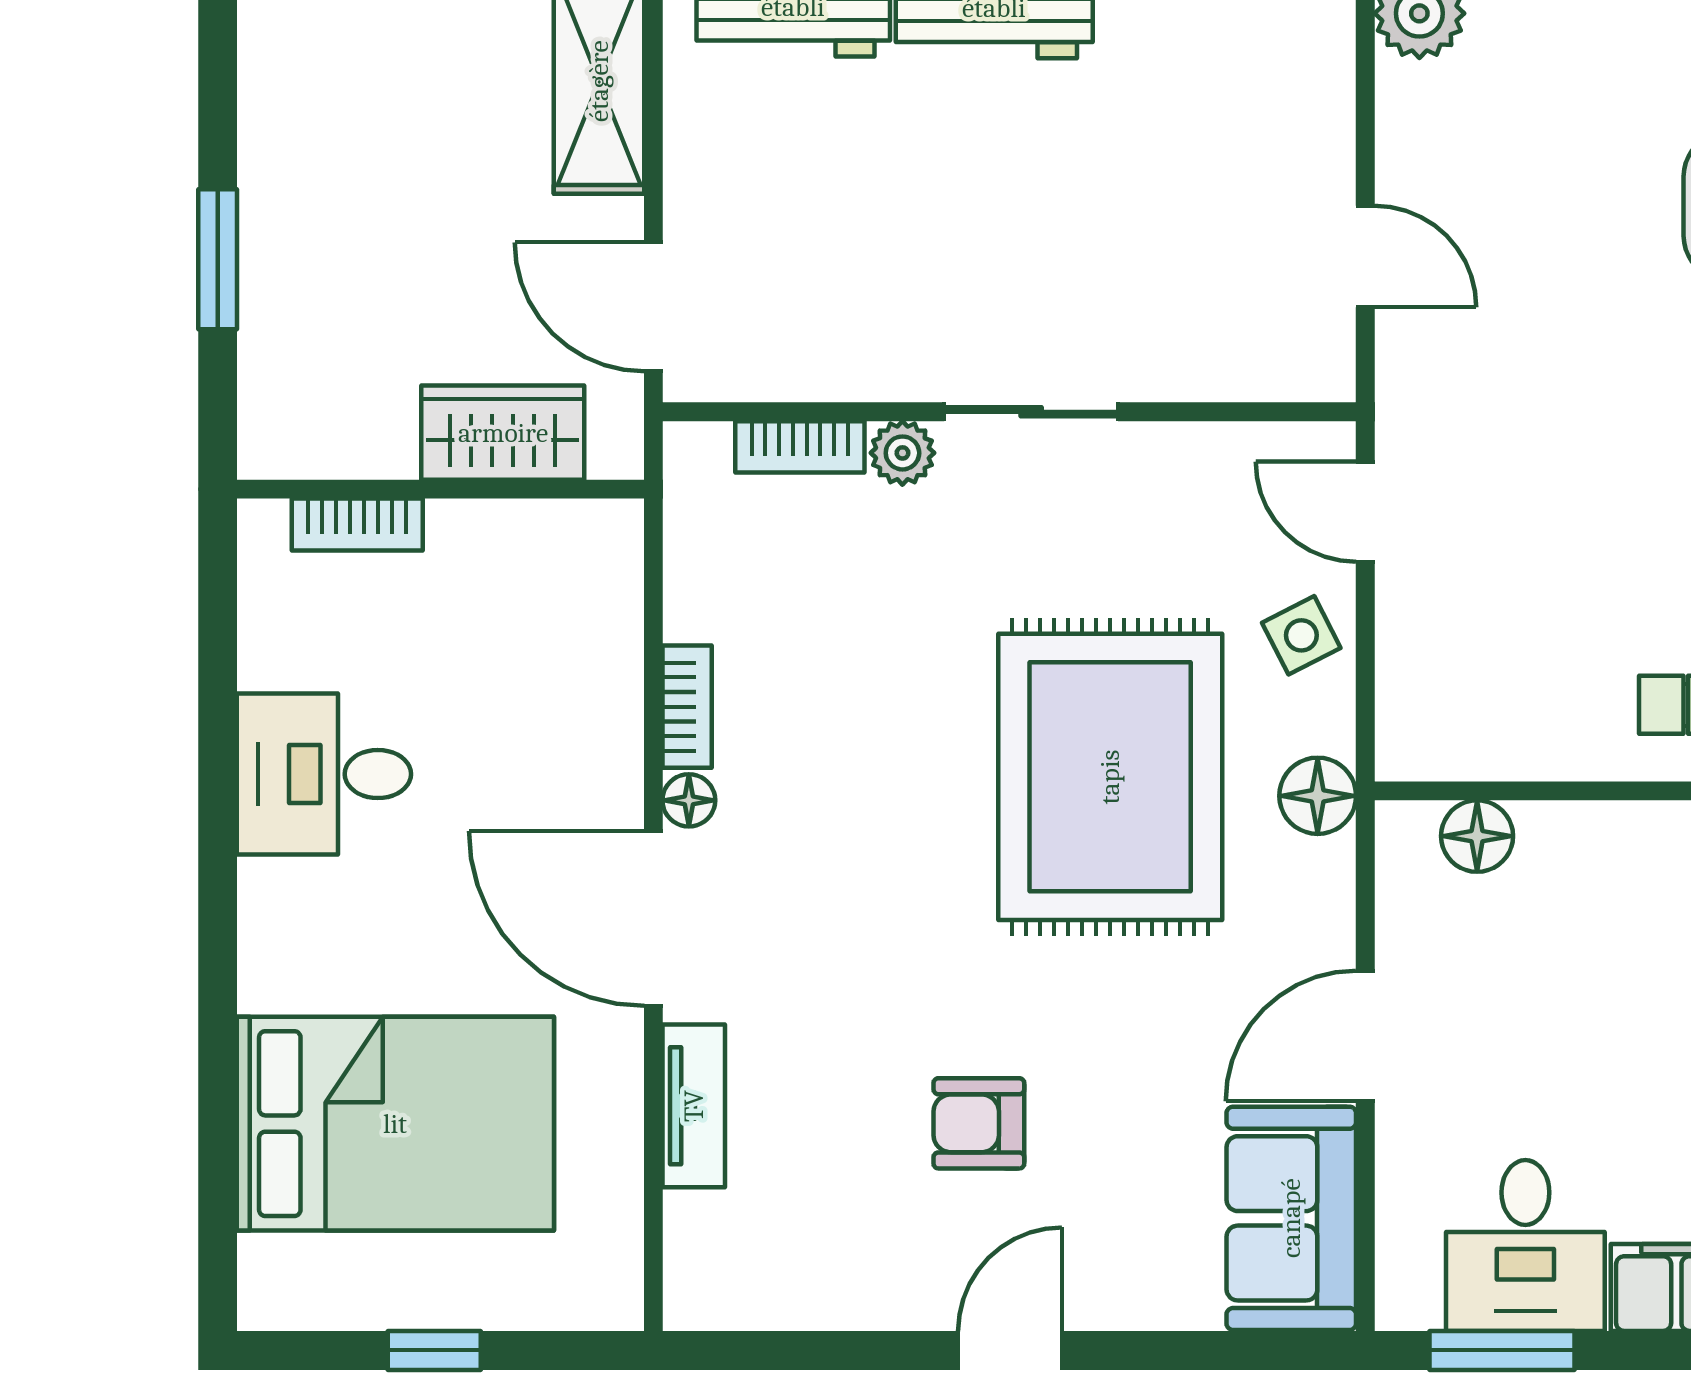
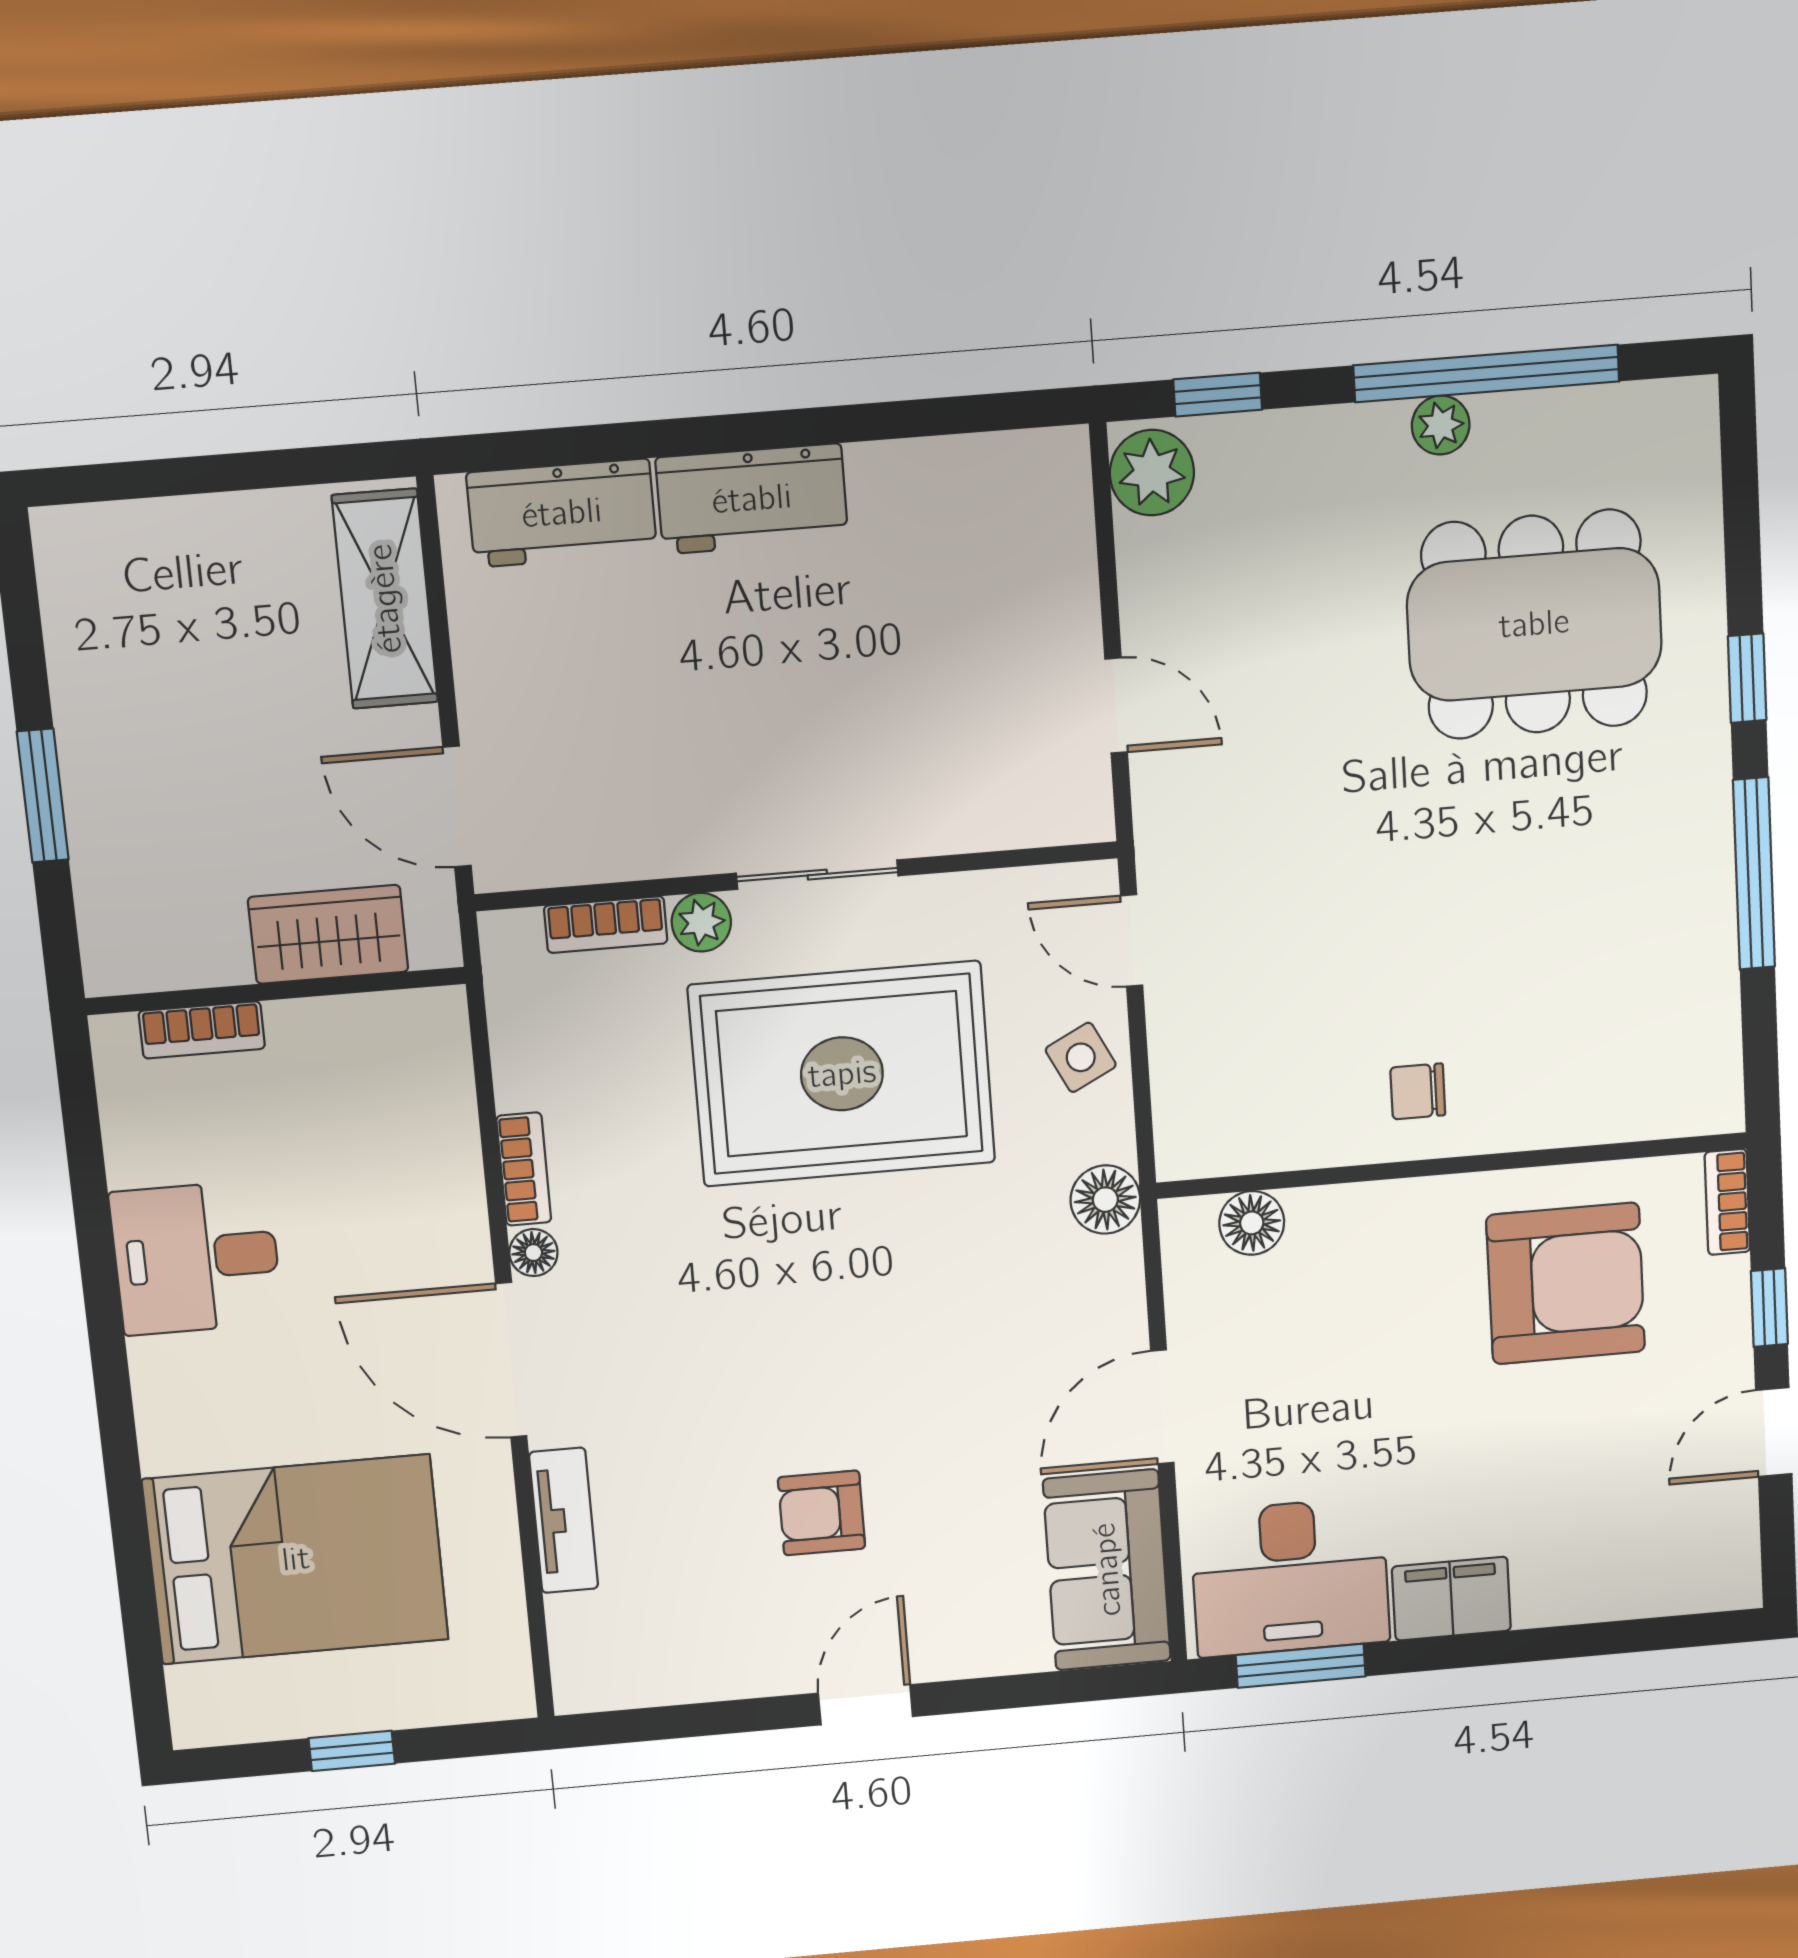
rug: (1110, 777) -> (842, 1074), moved, turned 90
desk: (1525, 1246) -> (1290, 1577), width x1.37

